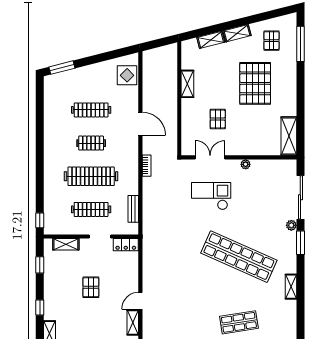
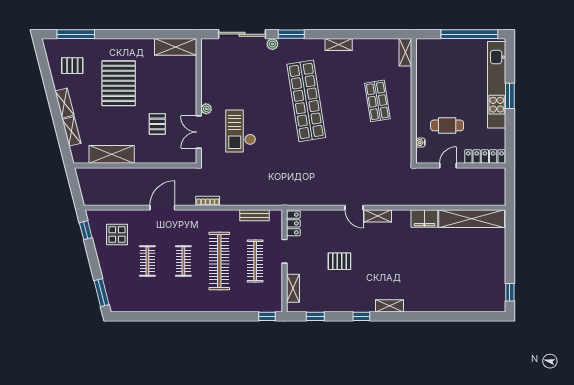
window: (120, 53) -> (86, 230), added
display table: (127, 75) -> (117, 235), moved
pallet: (255, 83) -> (119, 83), turned 90
shelving: (187, 84) -> (112, 154), width x1.50, depth x1.33
clothes rail: (91, 110) -> (147, 261), width x0.73
pallet: (218, 119) -> (157, 124), turned 90
plant: (246, 164) -> (206, 109), moved
shop shelf: (239, 257) -> (306, 101), turned -33

